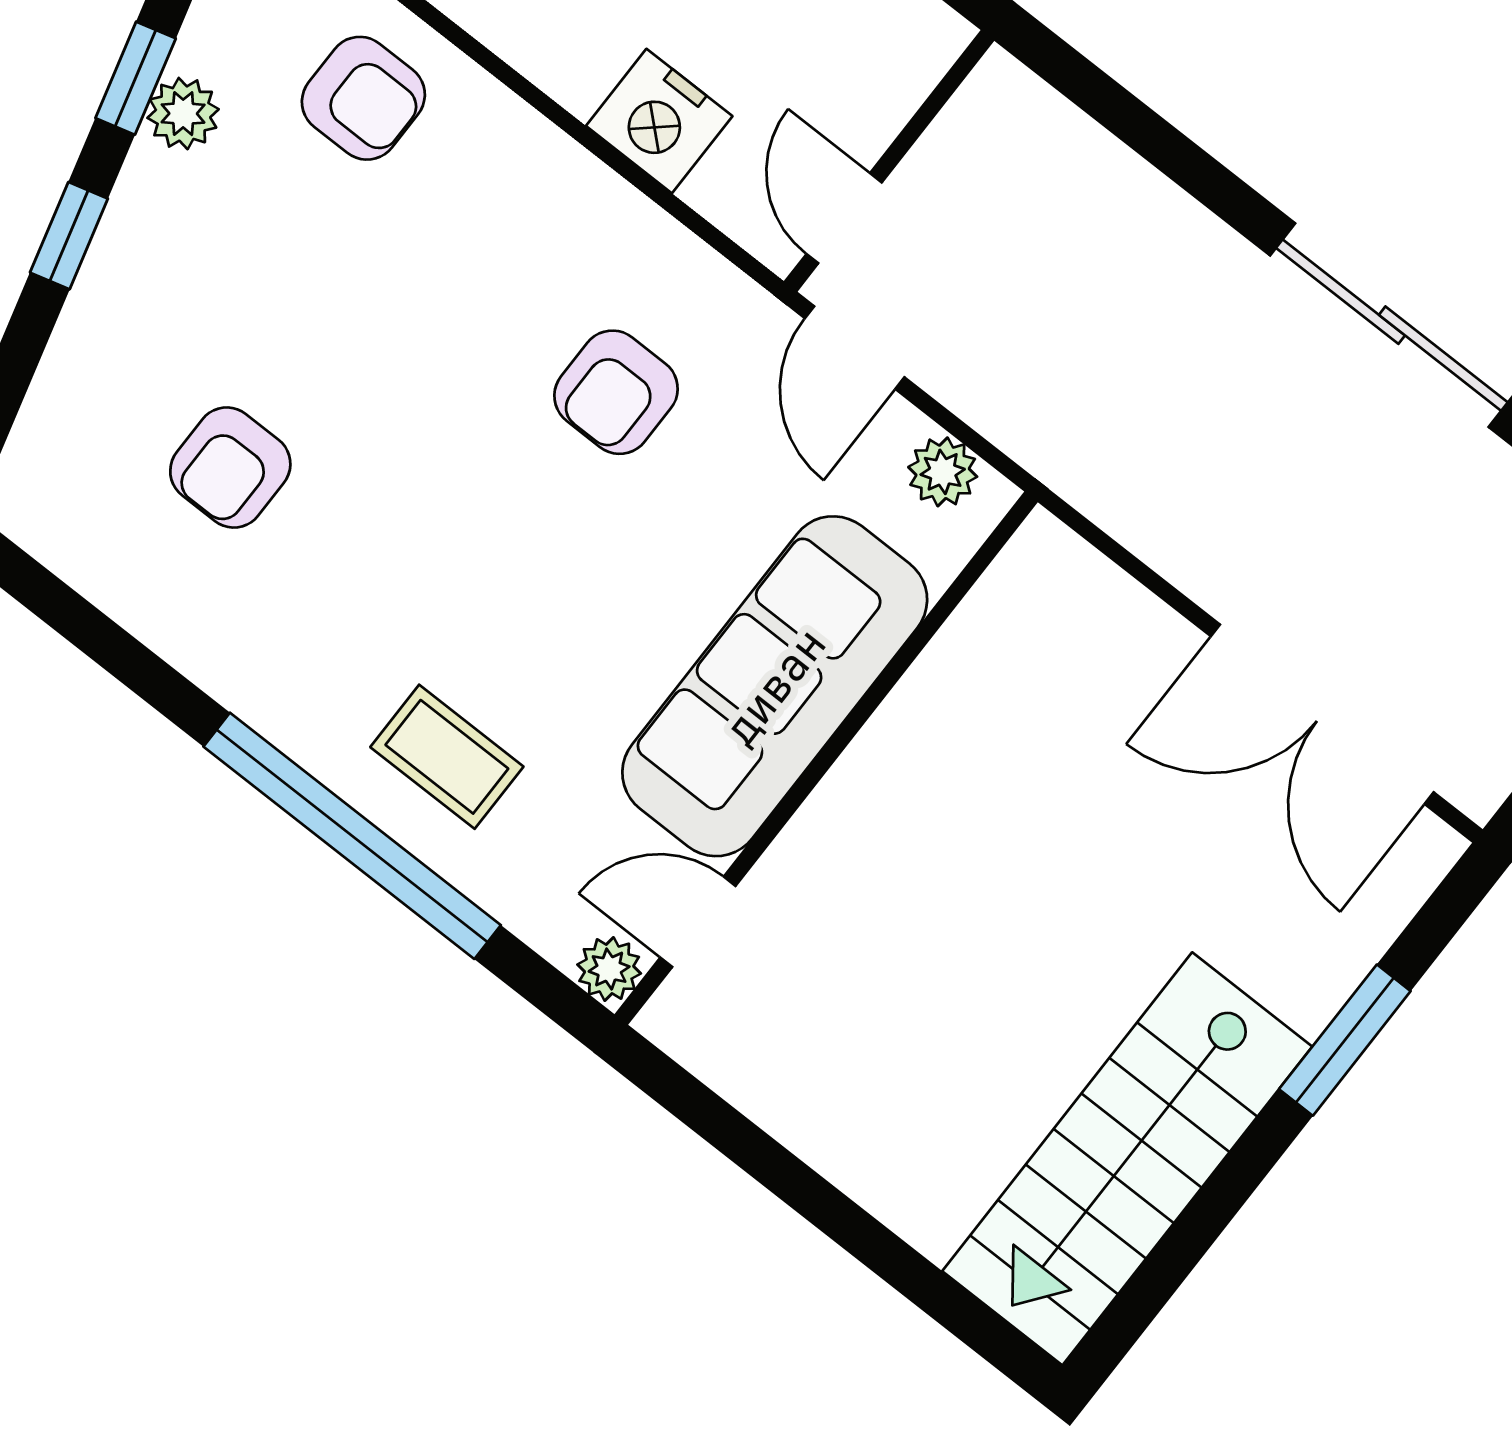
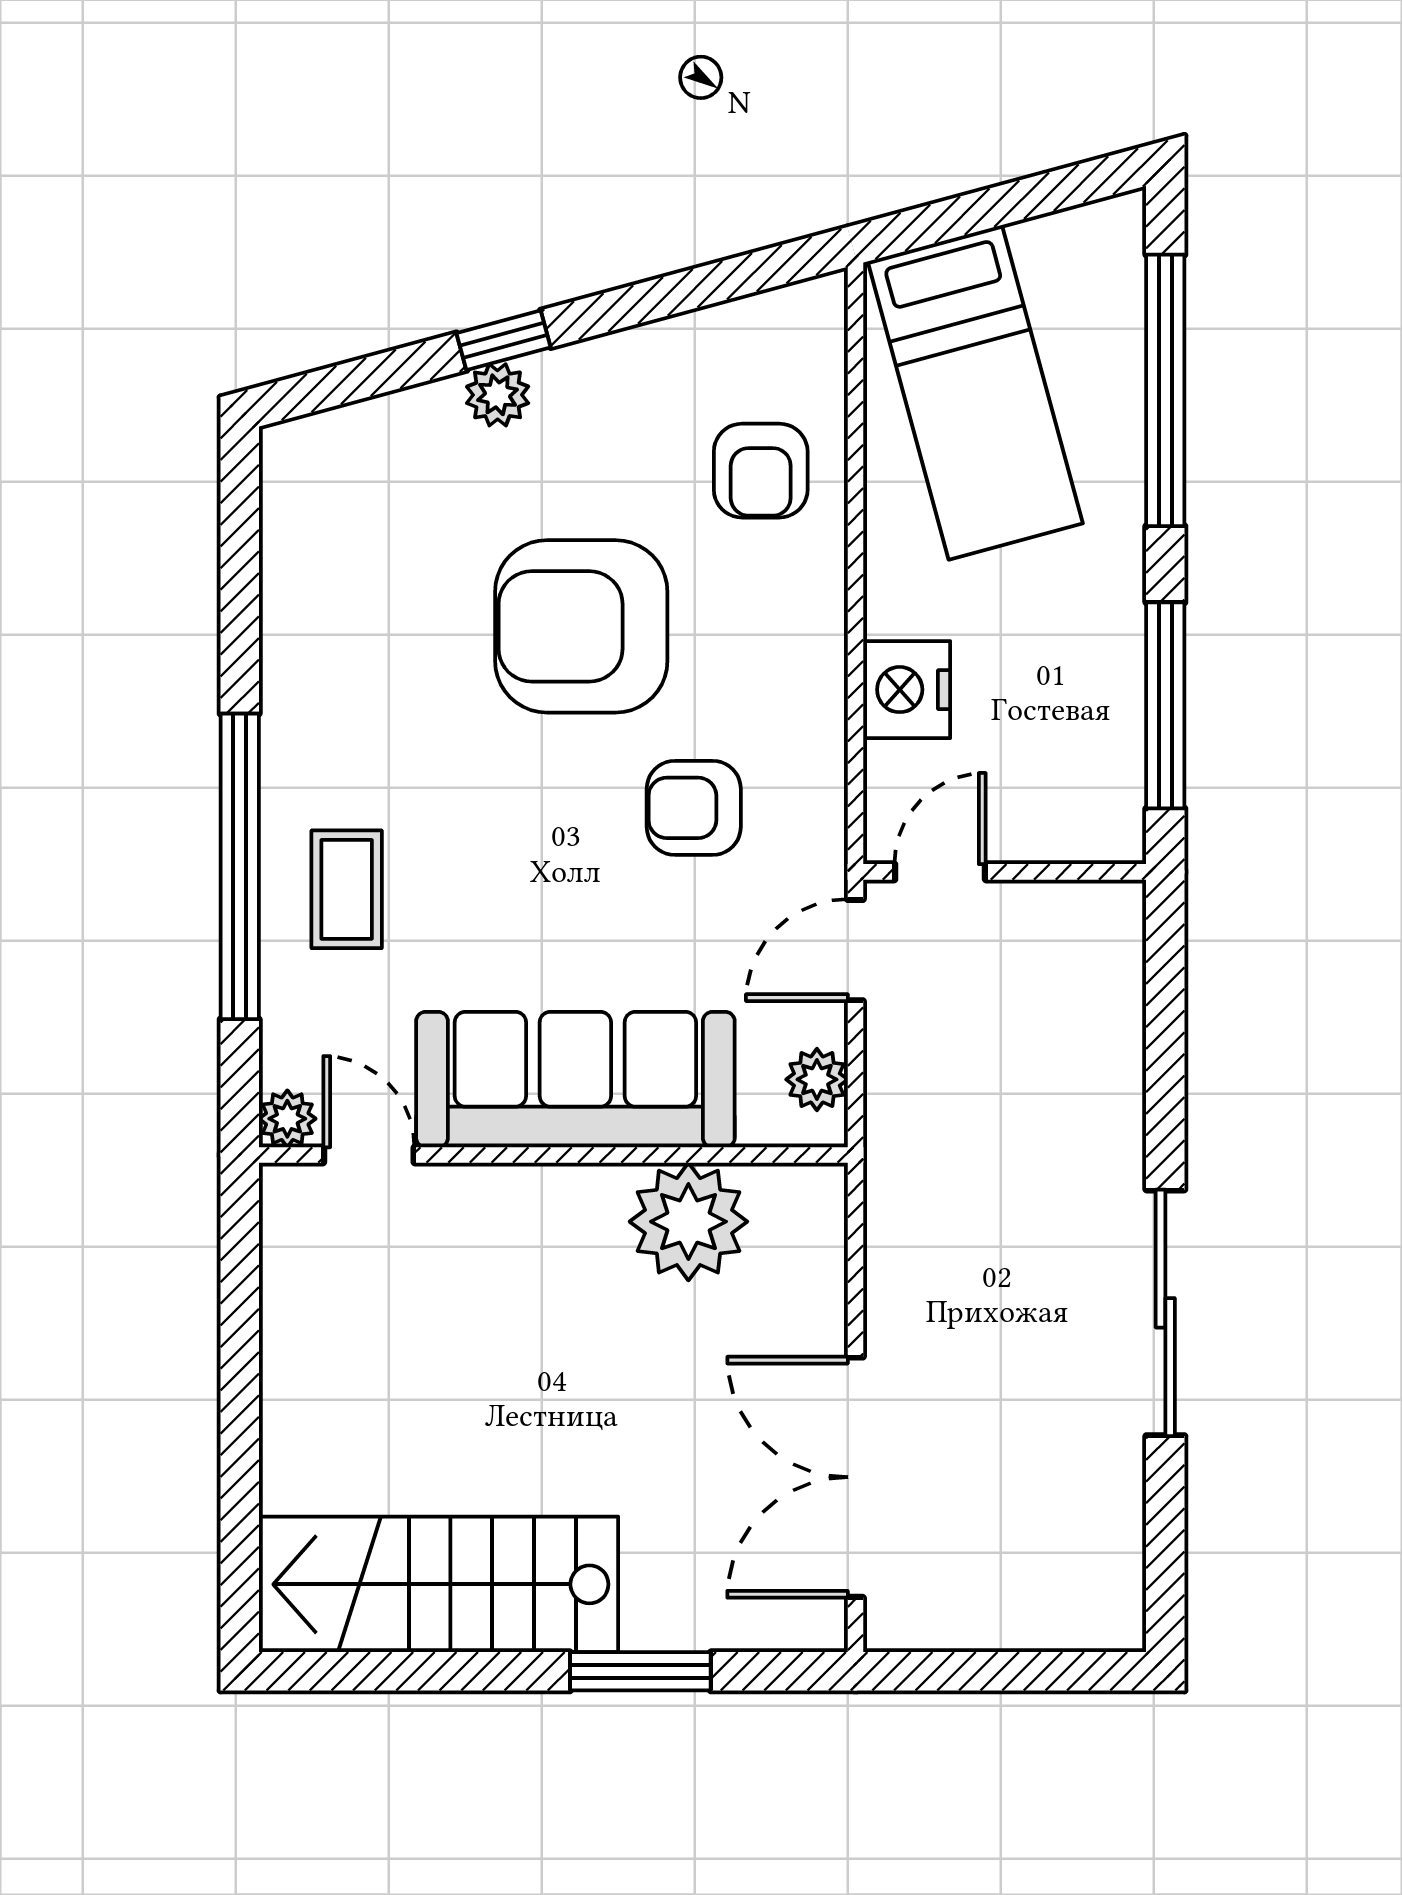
window: (136, 78) -> (650, 301), removed
plant: (183, 114) -> (498, 395), moved
armchair: (230, 468) -> (581, 626), moved, width x1.88, depth x1.88
plant: (979, 685) -> (688, 1222), added

